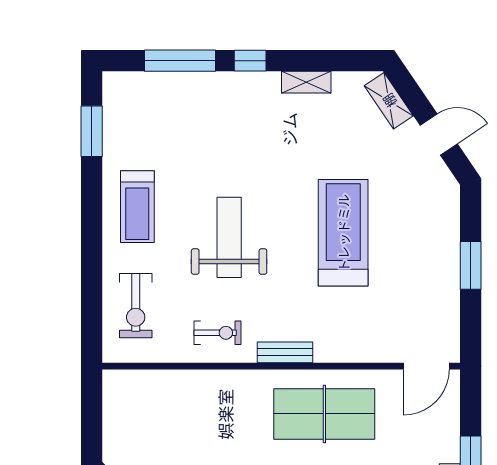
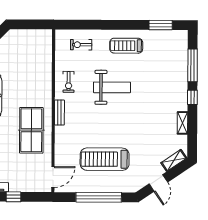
treadmill: (343, 233) -> (105, 159), moved, turned 180
window: (471, 265) -> (99, 197), width x2.11
exercise bike: (136, 306) -> (81, 45), width x0.73, depth x0.72
door: (426, 366) -> (53, 177), swing flipped

